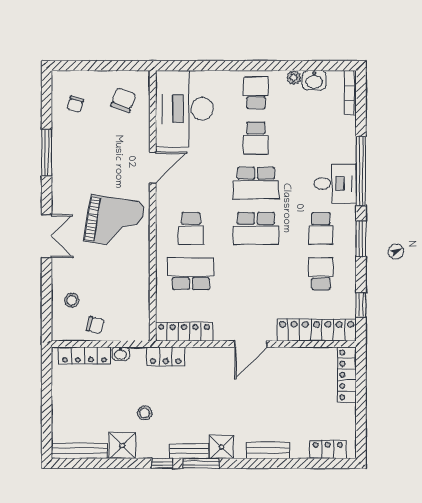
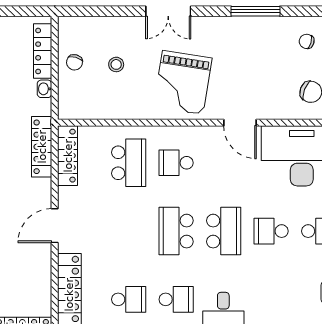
school desk: (256, 183) -> (224, 231), turned 180
school desk: (321, 228) -> (176, 299), turned 180
stool: (72, 300) -> (116, 64), moved
door: (251, 344) -> (55, 226), hinge flipped
locker: (166, 356) -> (42, 147), width x1.53

